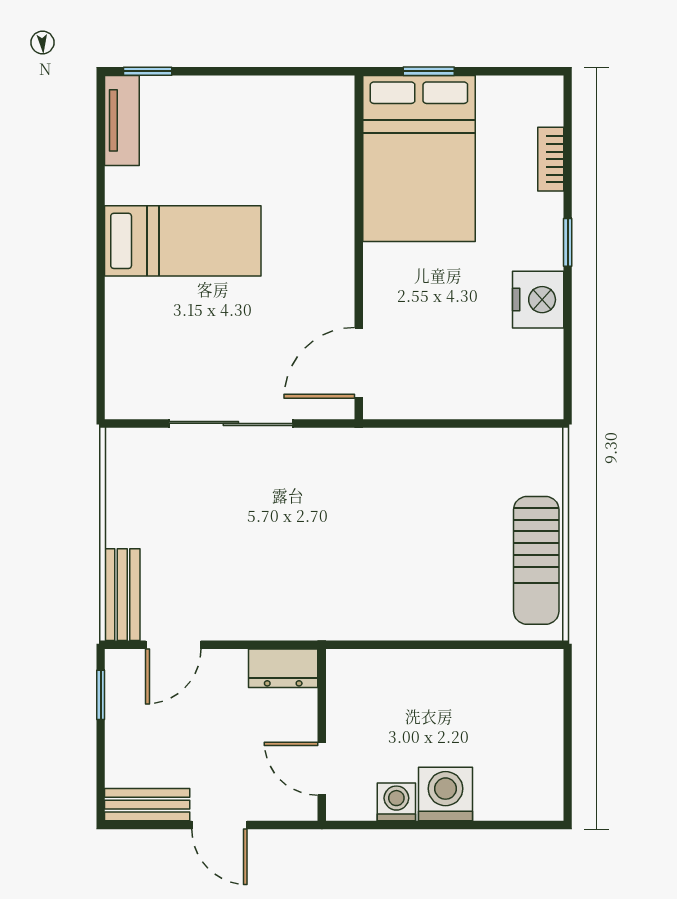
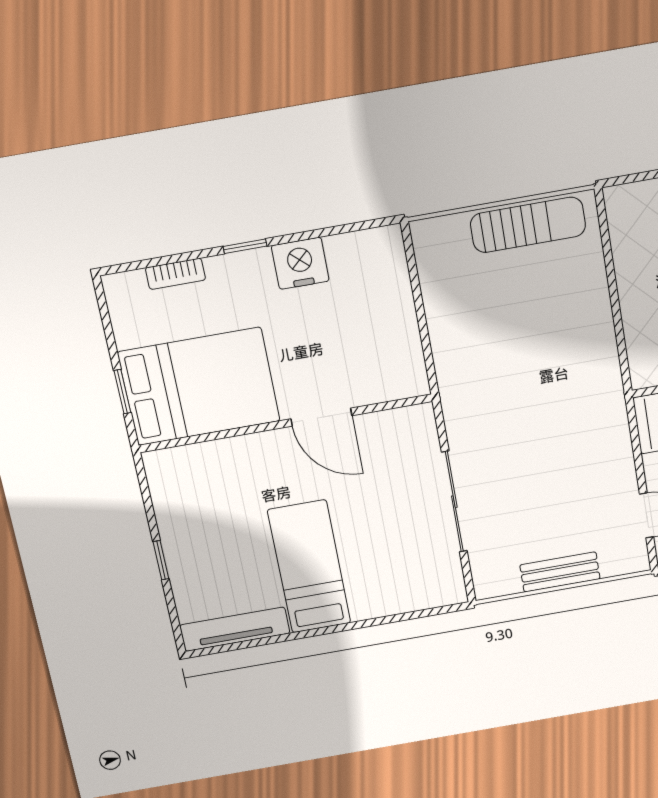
window: (148, 71) -> (161, 560), moved
tv unit: (122, 120) -> (235, 629), width x1.41
door: (359, 363) -> (321, 417), moved
bench: (122, 595) -> (560, 572), moved

